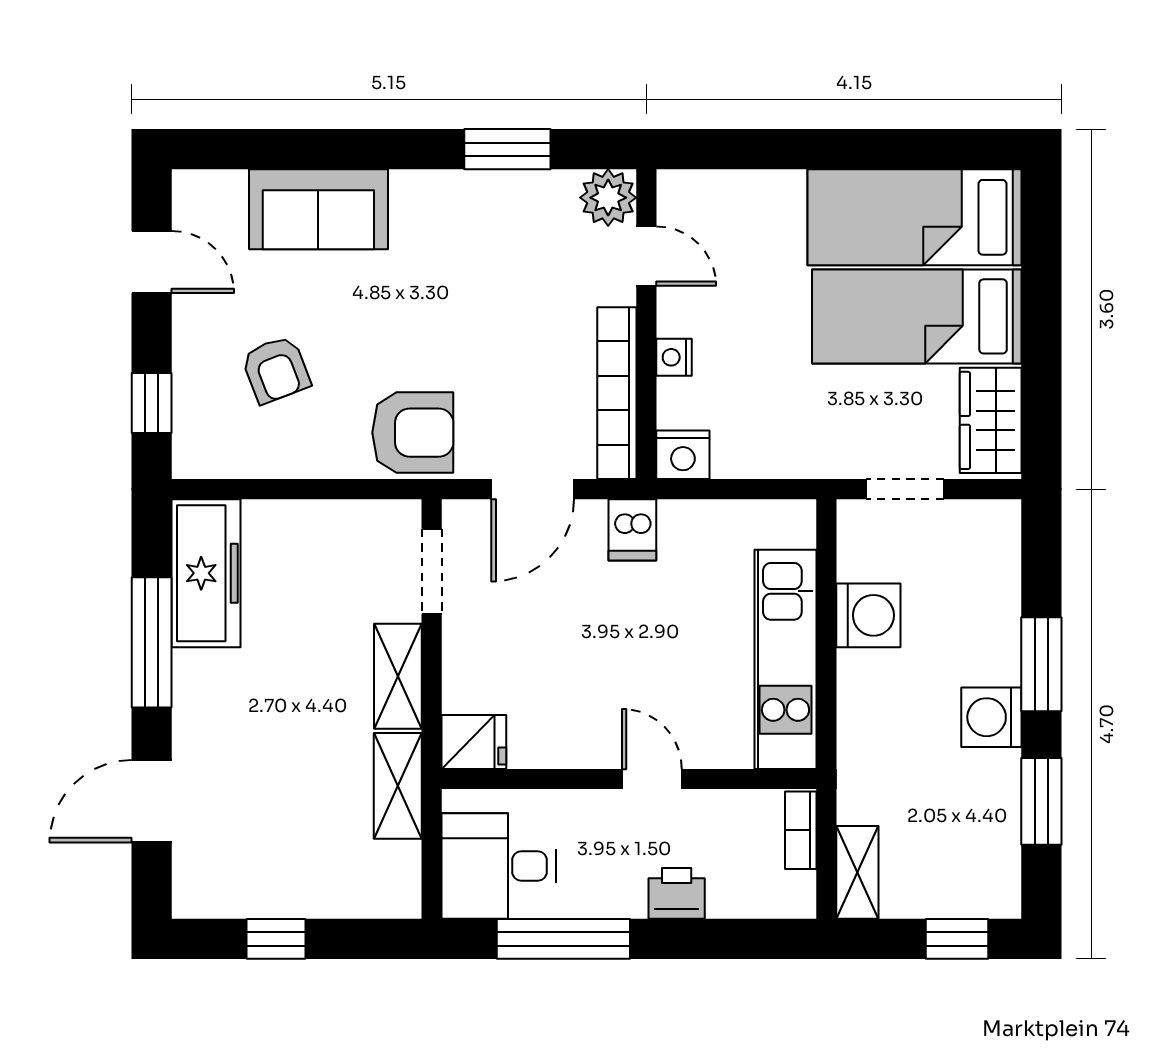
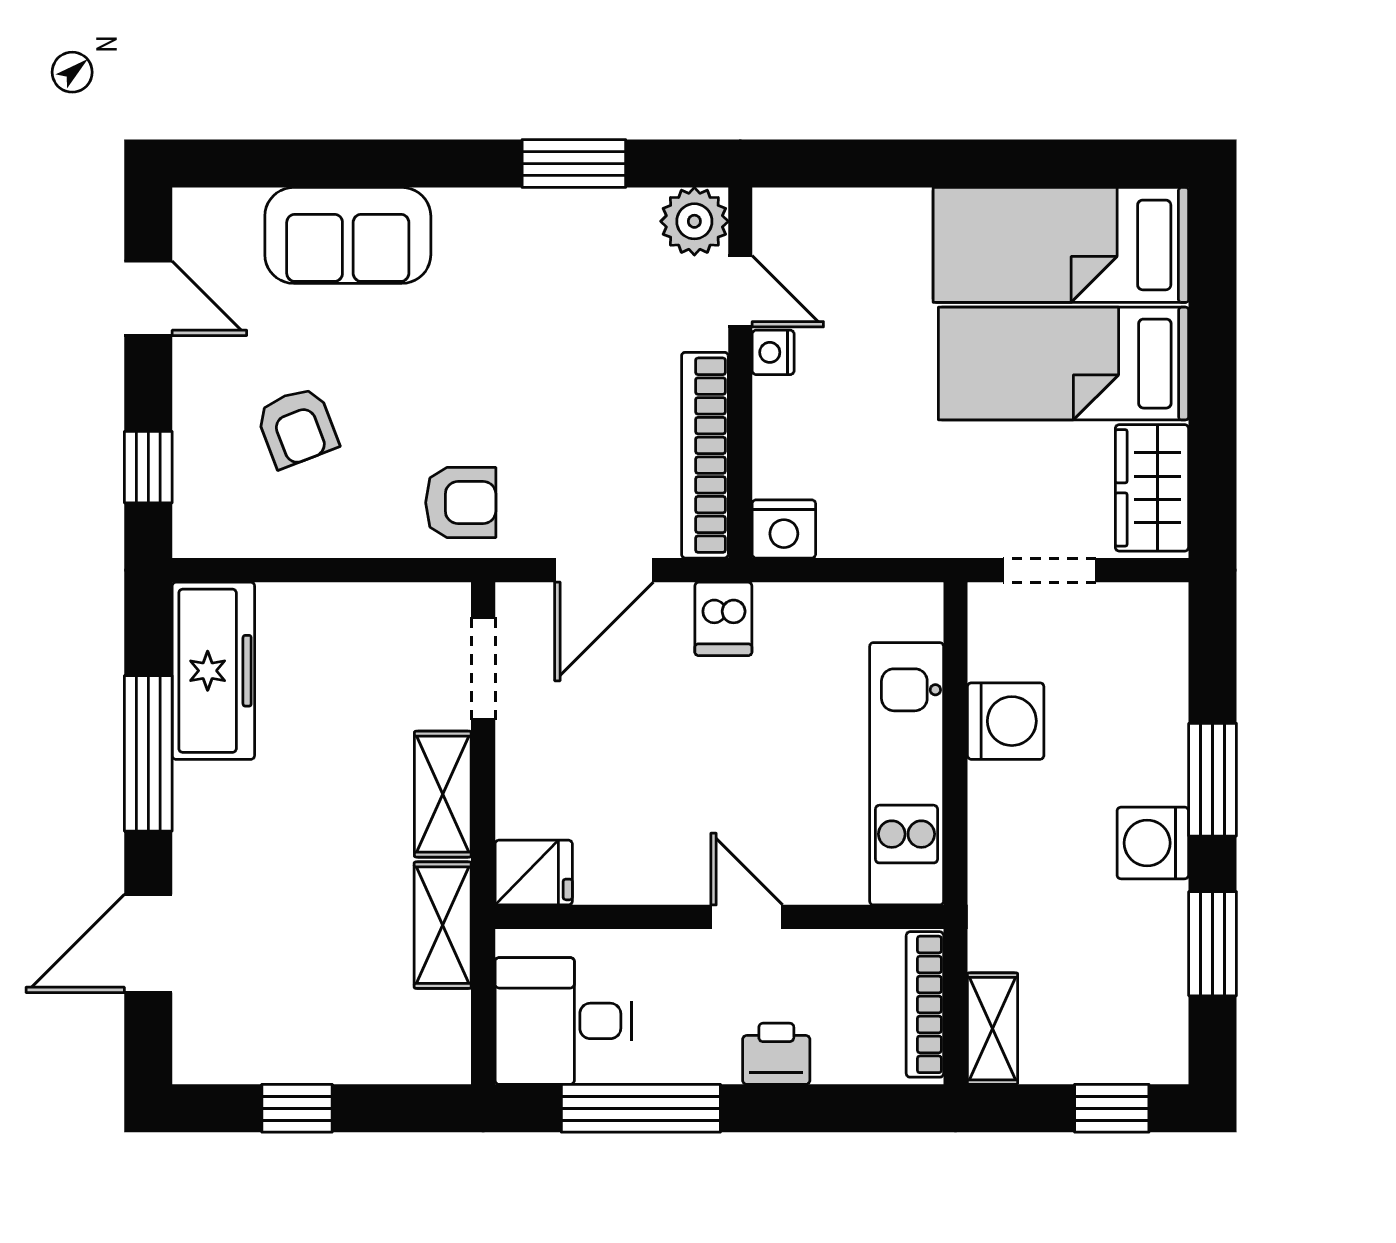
nightstand: (674, 357) -> (773, 352), moved
armchair: (413, 433) -> (461, 503), width x0.72, depth x0.72
bookcase: (801, 830) -> (925, 1004), width x1.56

